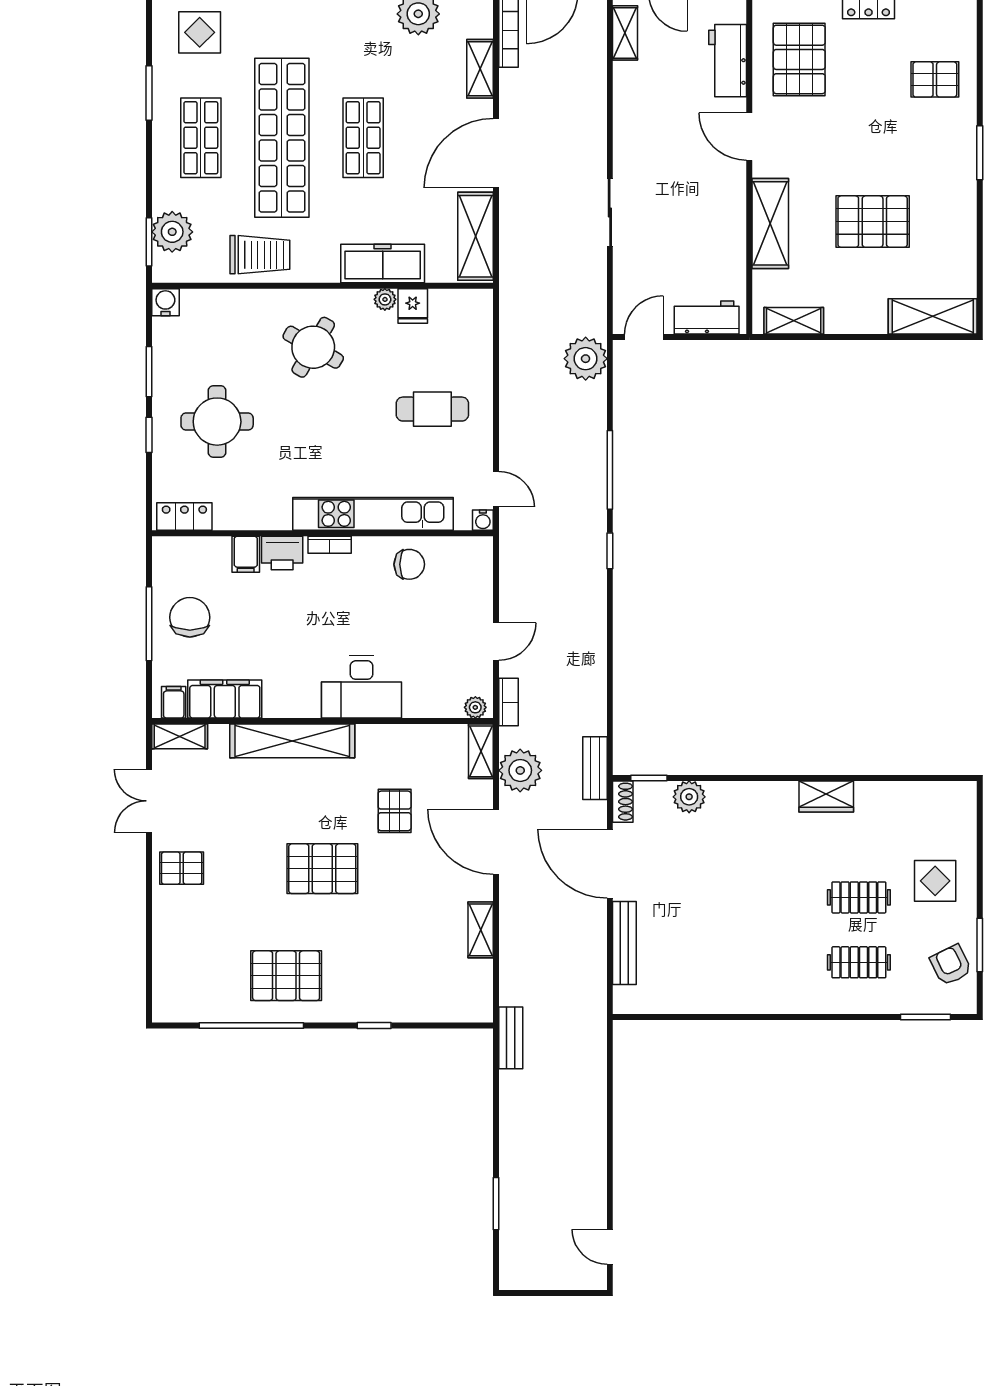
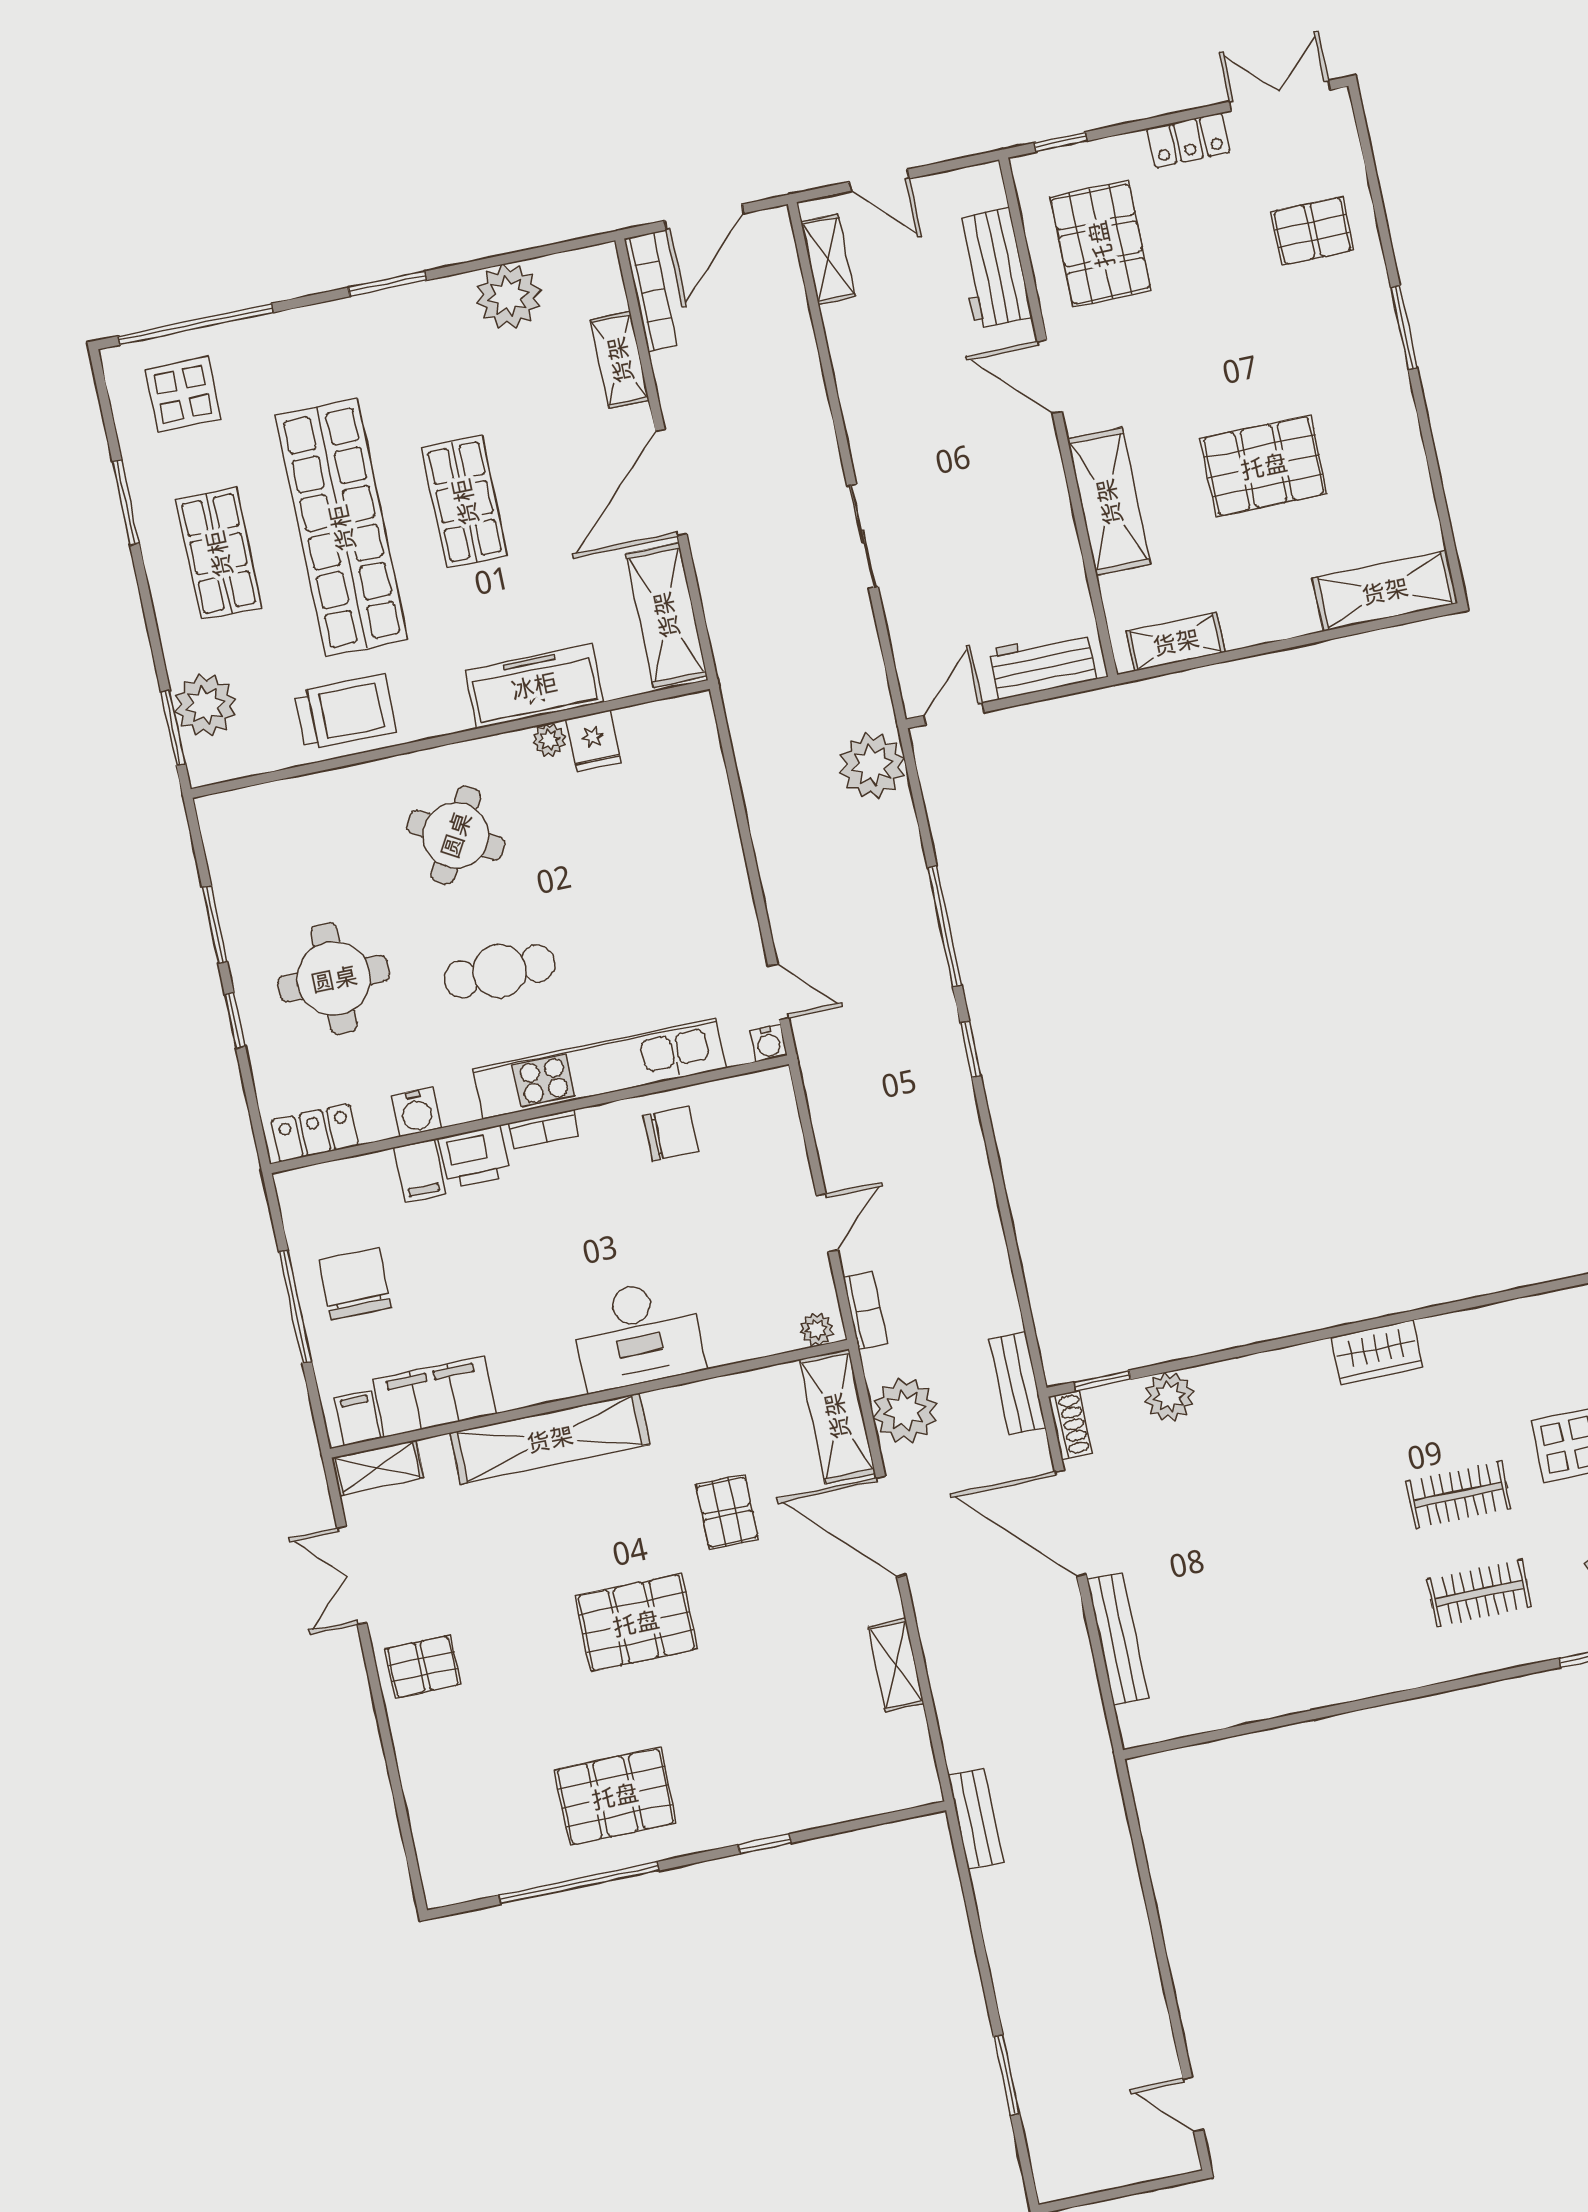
water cooler: (165, 302) -> (416, 1112), moved, turned 180
cafe table: (432, 409) -> (500, 971), moved
shelving: (481, 751) -> (837, 1416), width x1.50, depth x1.33

